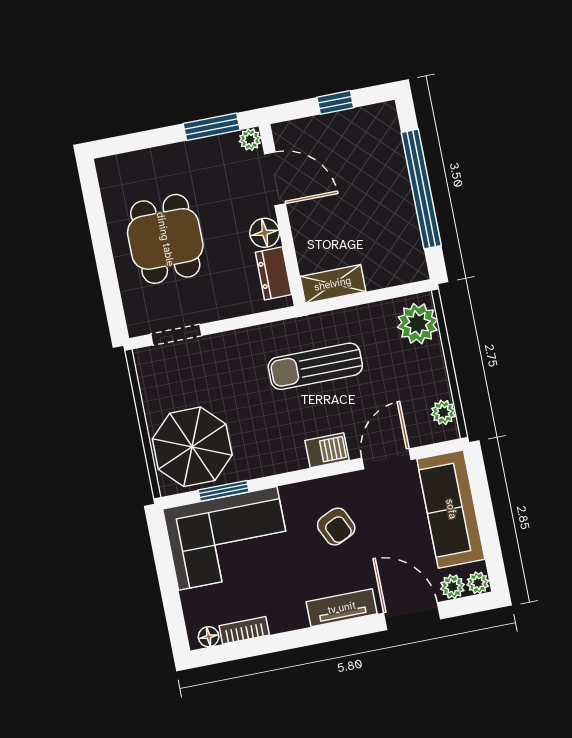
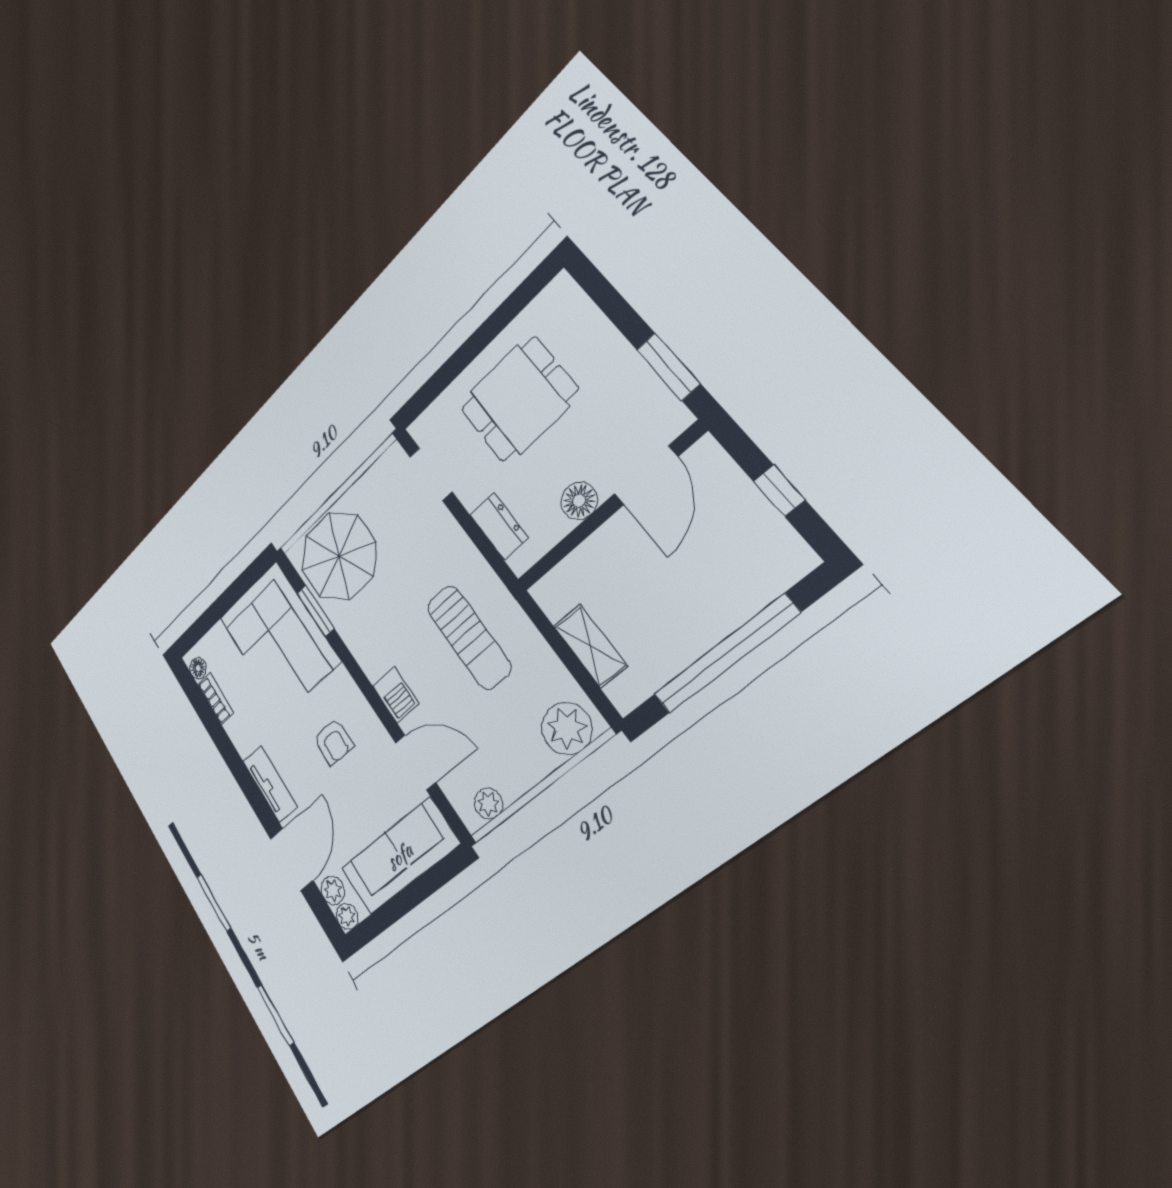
plant: (250, 139) -> (677, 419), removed
dresser: (274, 273) -> (499, 526), moved, turned 90
shelving: (333, 284) -> (590, 646), moved
sun lounger: (315, 366) -> (469, 637), turned 180
armchair: (336, 527) -> (334, 742), turned -65

